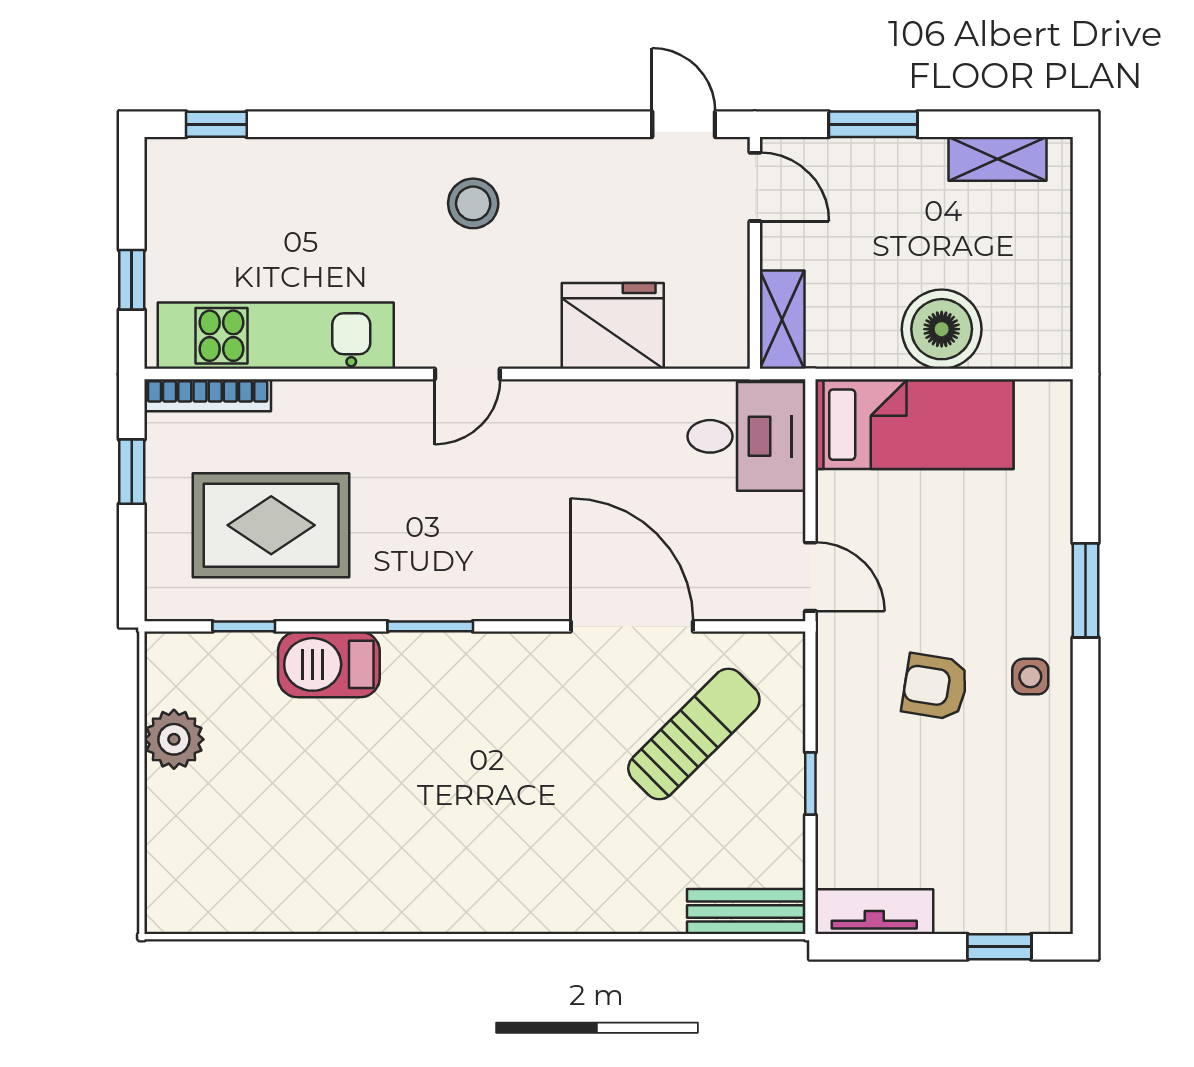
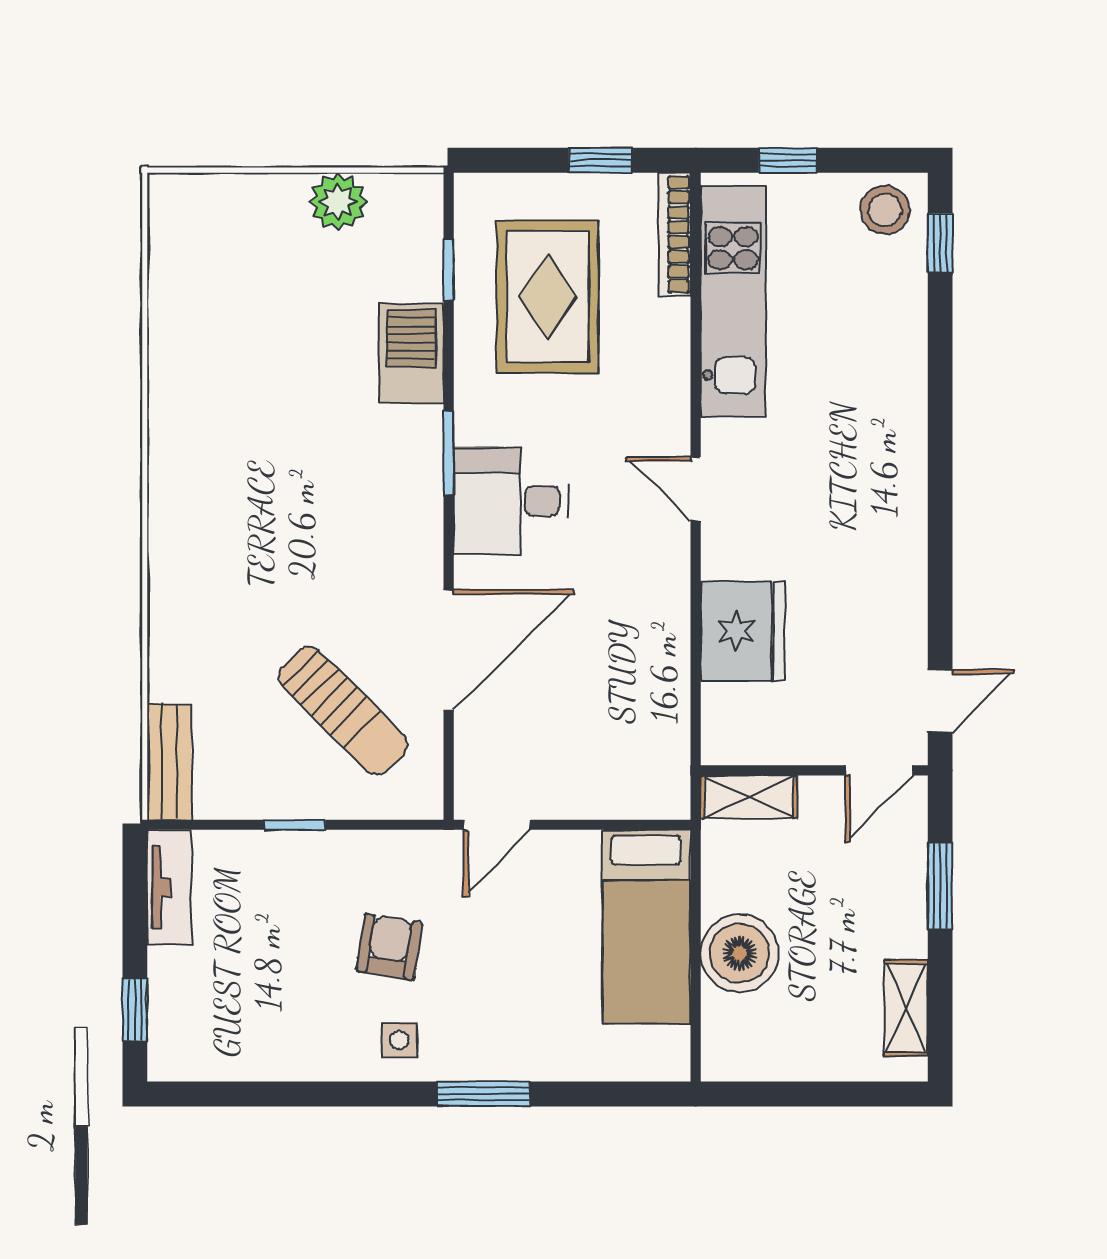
stool: (473, 203) -> (885, 210), moved
desk: (746, 436) -> (511, 501), moved, turned 90

